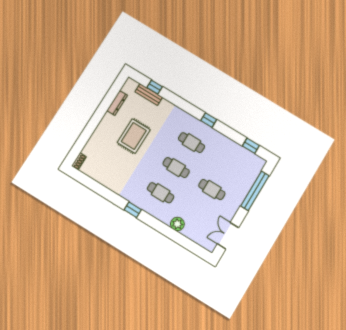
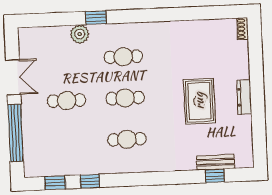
dresser: (117, 103) -> (244, 97), moved
window: (209, 120) -> (90, 181), moved
window: (133, 210) -> (96, 18), moved
double door: (228, 236) -> (13, 77), moved

